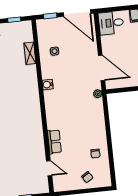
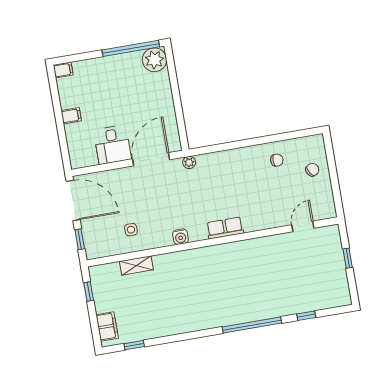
door: (77, 13) -> (73, 200), hinge flipped
desk: (111, 23) -> (113, 145), moved
row of seats: (54, 142) -> (225, 228), moved

